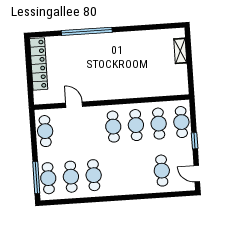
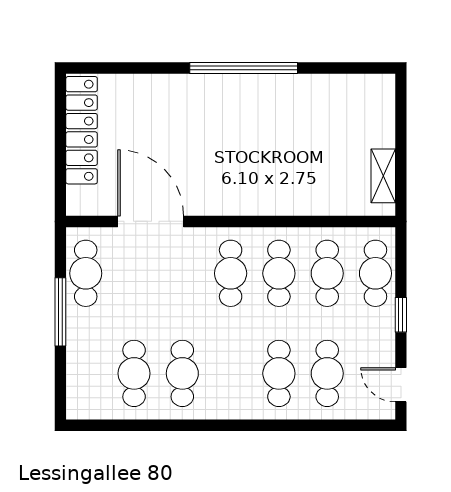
window: (87, 31) -> (244, 68), moved
shelving: (180, 51) -> (383, 176), moved
door: (74, 105) -> (151, 221), width x1.87
window: (36, 178) -> (60, 312), moved
cafe table: (48, 178) -> (279, 373), moved

